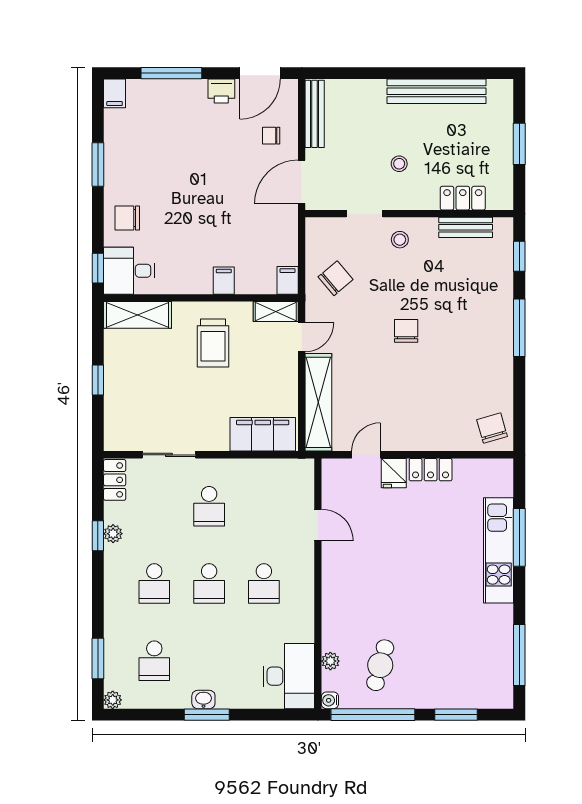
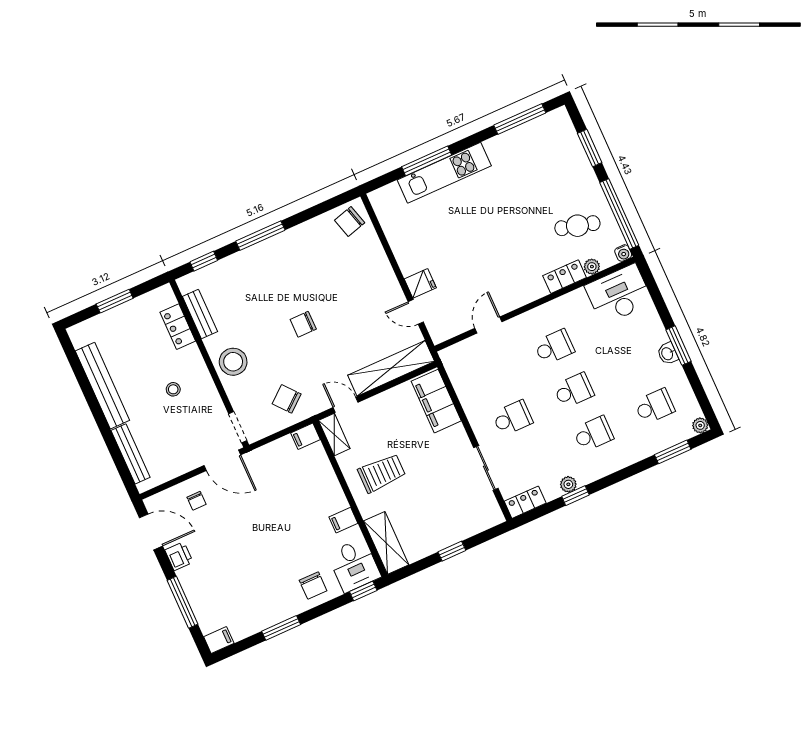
bench: (315, 114) -> (130, 454), moved, turned 90
doorway: (365, 214) -> (238, 427), moved
stool: (400, 240) -> (233, 362), width x1.89, depth x1.89
filing cabinet: (224, 281) -> (343, 520), moved
locker: (431, 470) -> (565, 277), moved, turned -90

